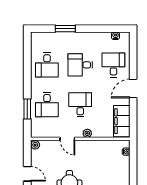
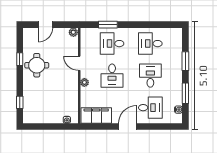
window: (98, 29) -> (185, 93), added
door: (133, 89) -> (128, 127), hinge flipped
desk: (80, 105) -> (112, 76), turned 90
door: (67, 139) -> (79, 63), hinge flipped

